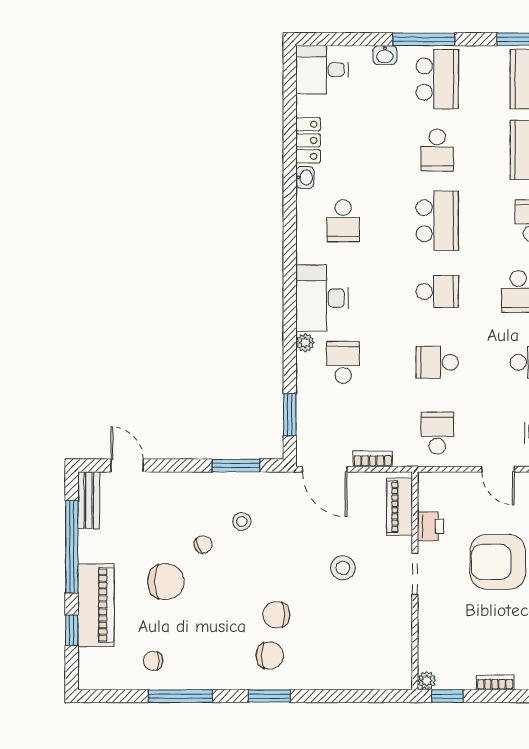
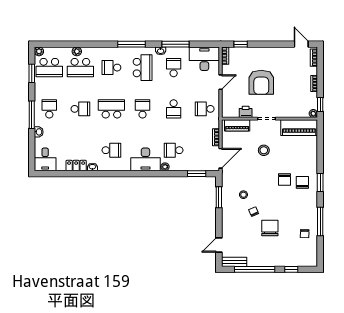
school desk: (437, 79) -> (49, 109), width x0.54
piano: (96, 605) -> (299, 128), moved, turned 180

